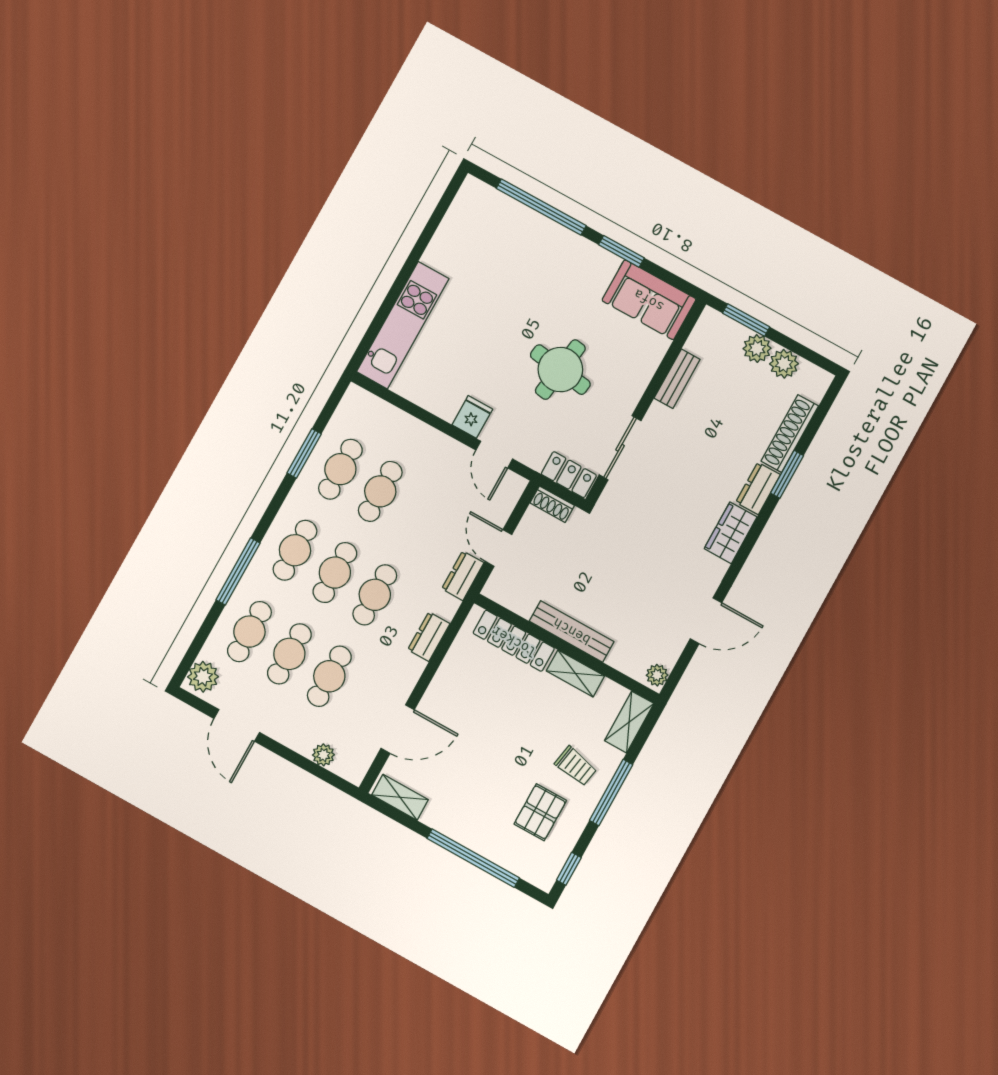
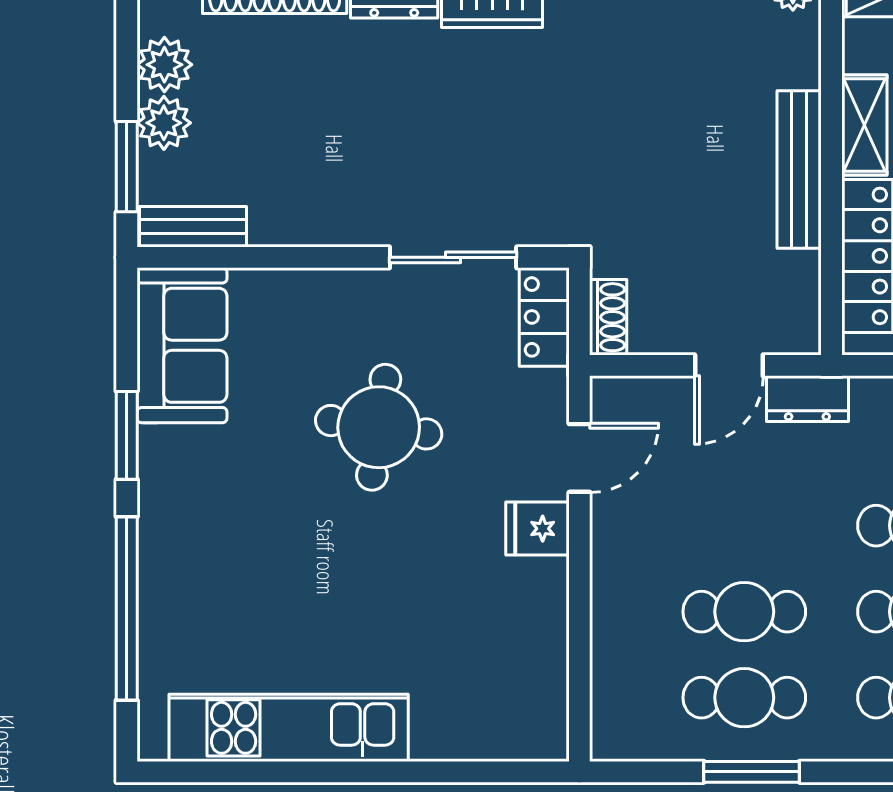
kitchen unit: (403, 325) -> (289, 728), moved
bench: (677, 379) -> (193, 227), moved

